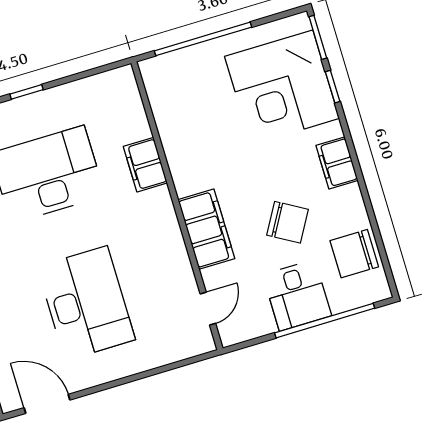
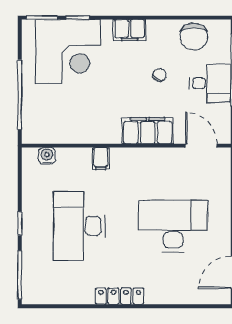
water cooler: (130, 101) -> (47, 156), added
filing cabinet: (145, 165) -> (101, 159), width x0.50
chair: (287, 222) -> (159, 75), width x0.54, depth x0.54
door: (208, 309) -> (201, 146), width x1.38

